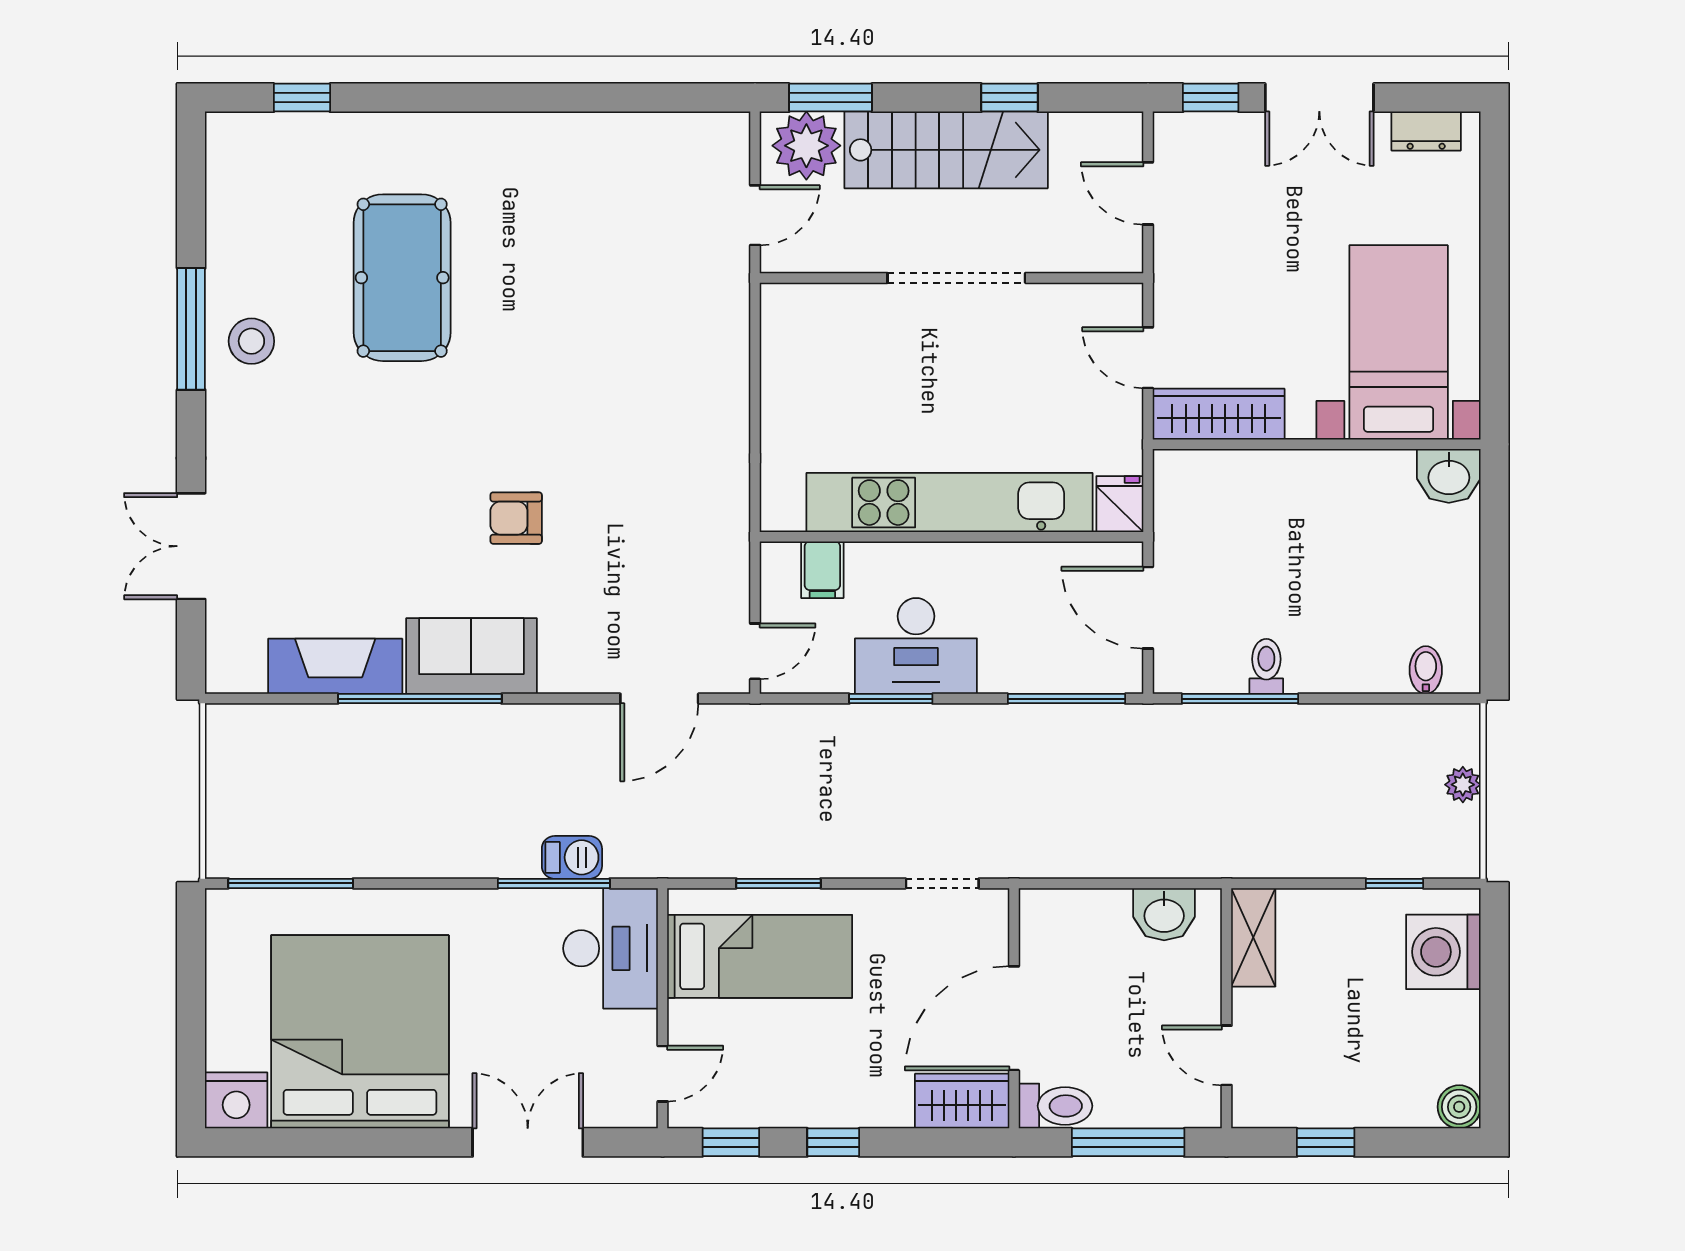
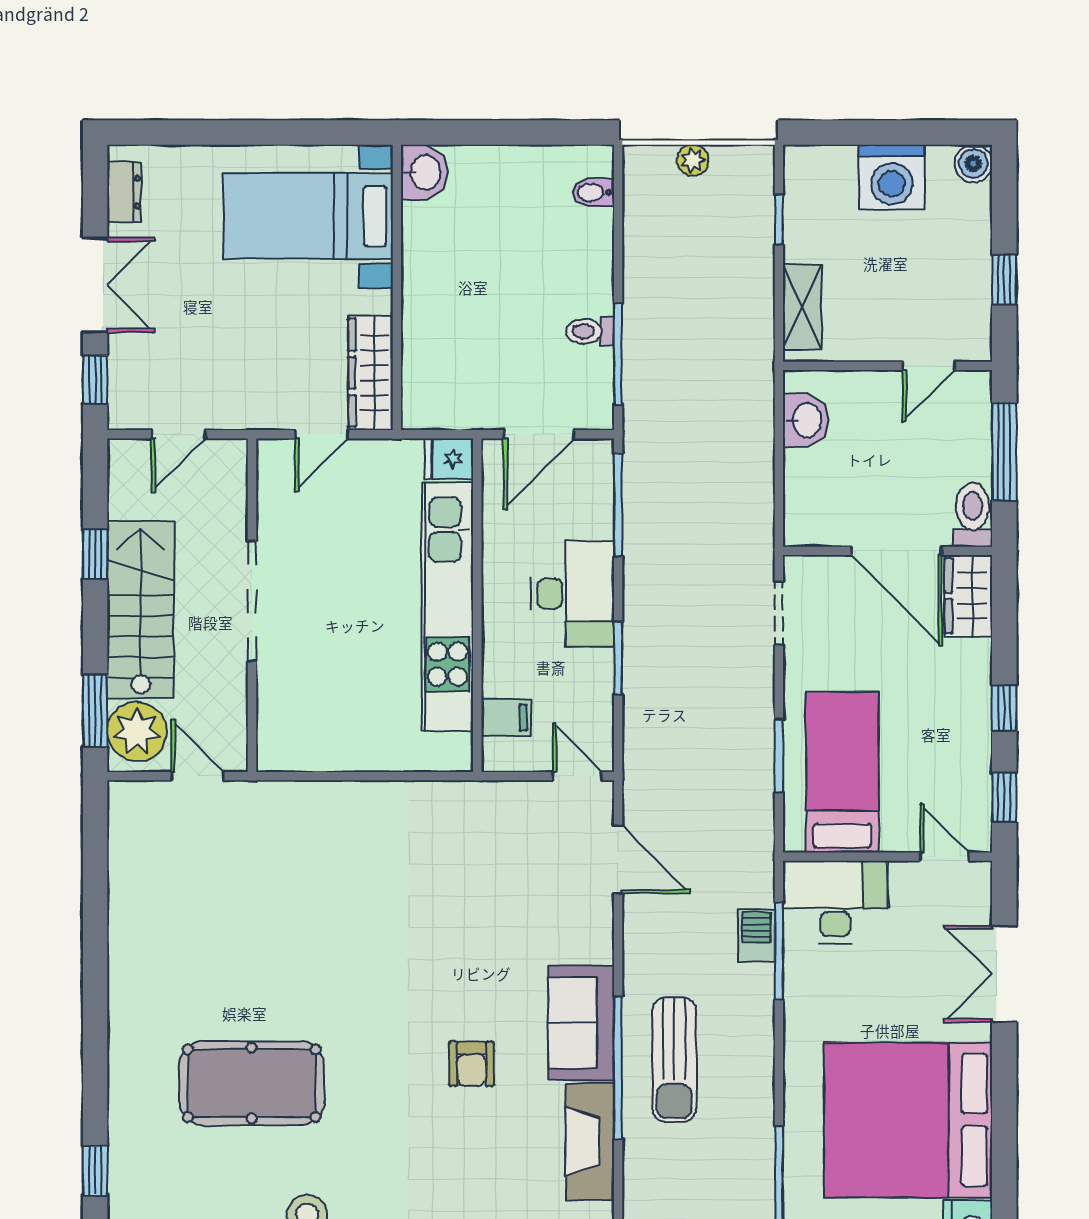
armchair: (516, 518) -> (472, 1064), moved
desk: (916, 646) -> (572, 594), moved
sun lounger: (429, 763) -> (674, 1060), added
shelving: (1253, 937) -> (802, 307), moved, turned 90
washing machine: (1443, 952) -> (892, 177), moved

